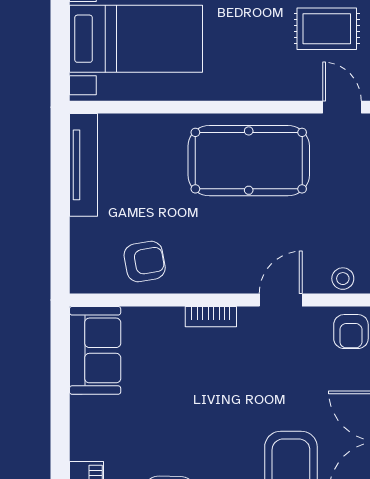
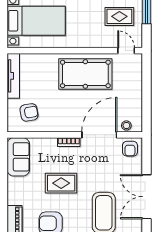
armchair: (145, 261) -> (29, 112), moved
door: (281, 300) -> (99, 135), width x1.87
rug: (193, 411) -> (61, 183), added

